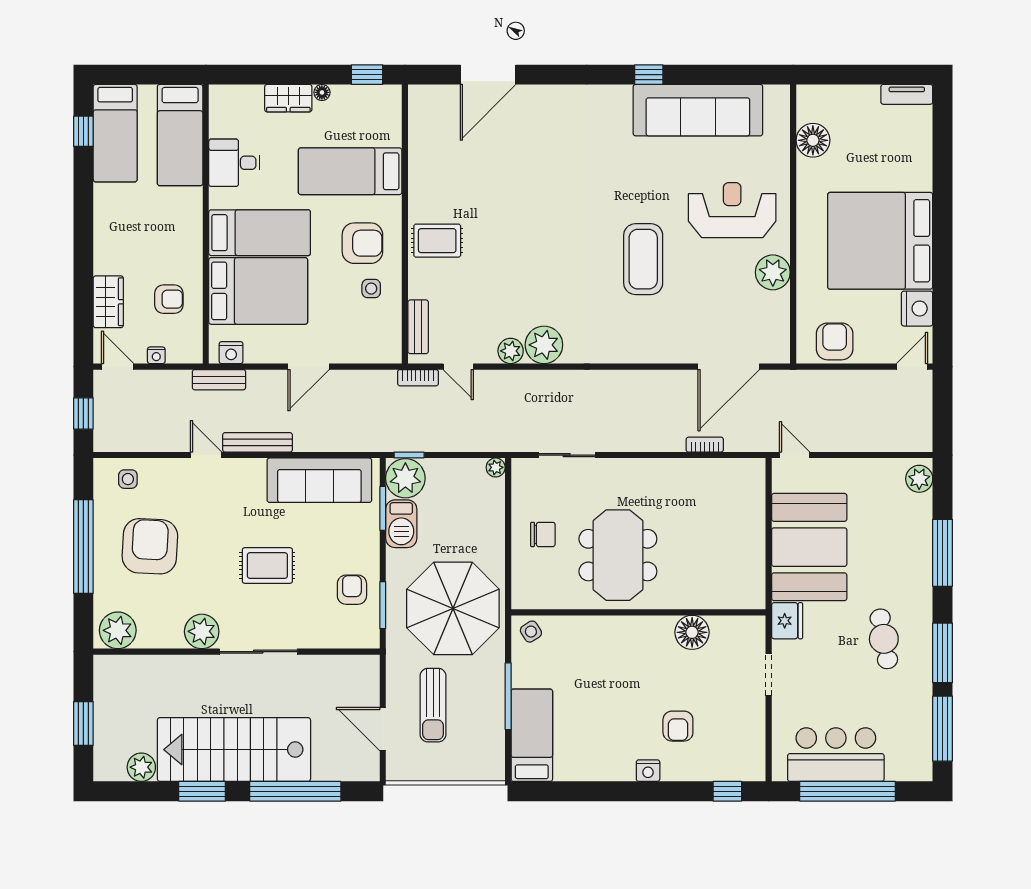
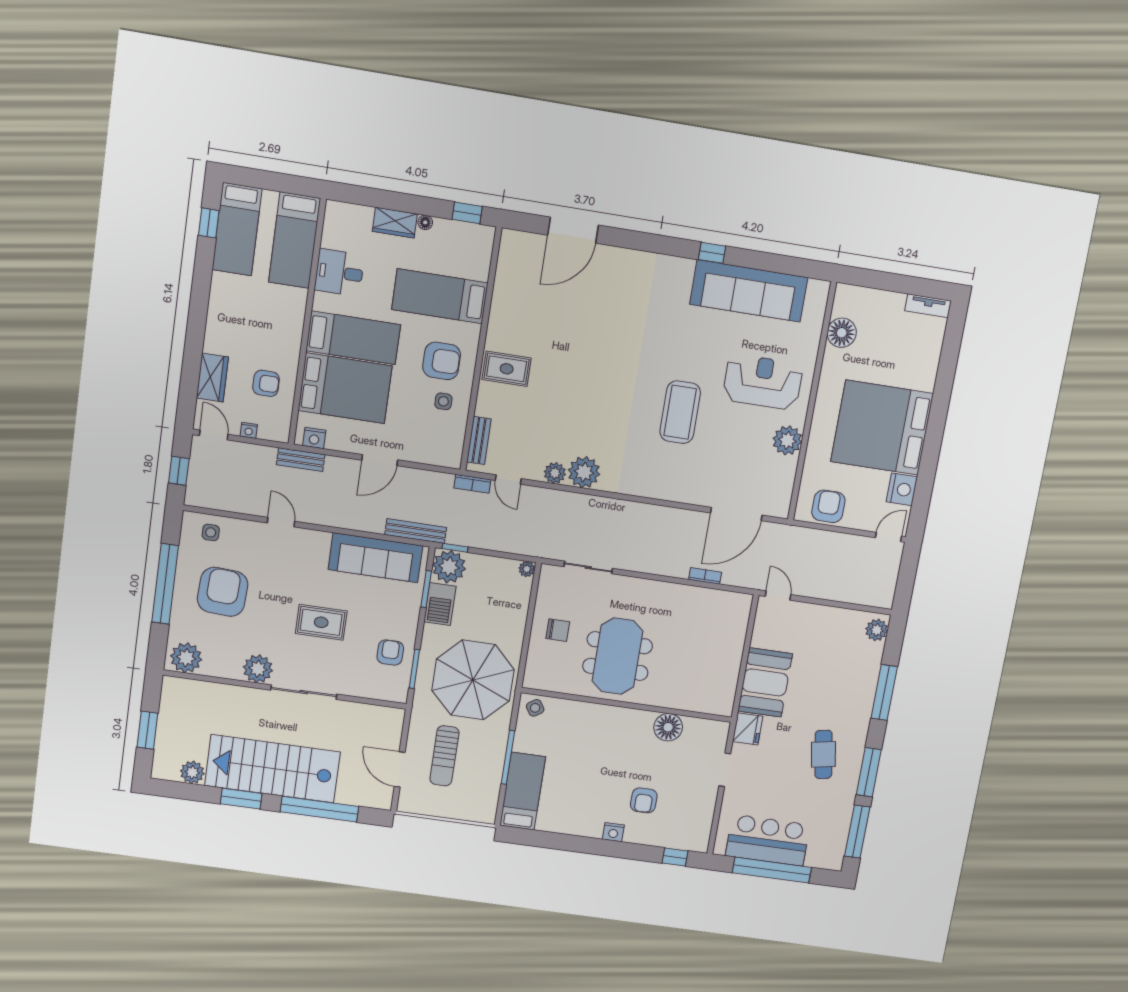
bench: (257, 442) -> (416, 531), moved
booth: (809, 547) -> (765, 682), width x0.73, depth x0.70

